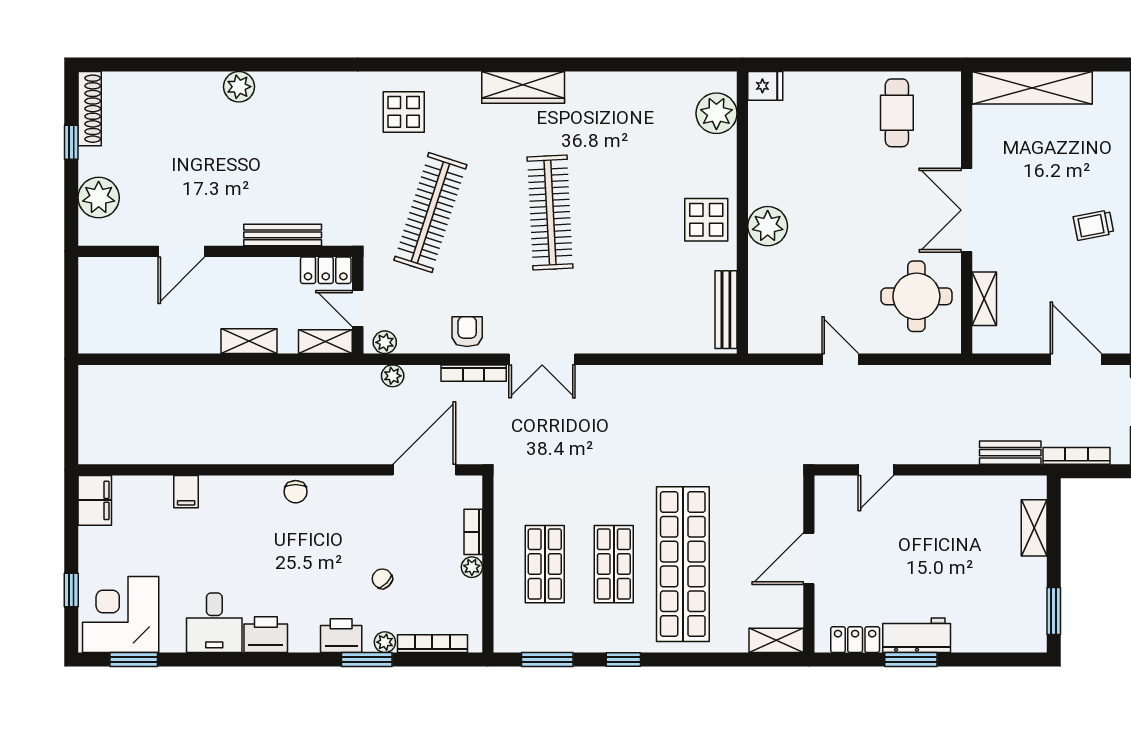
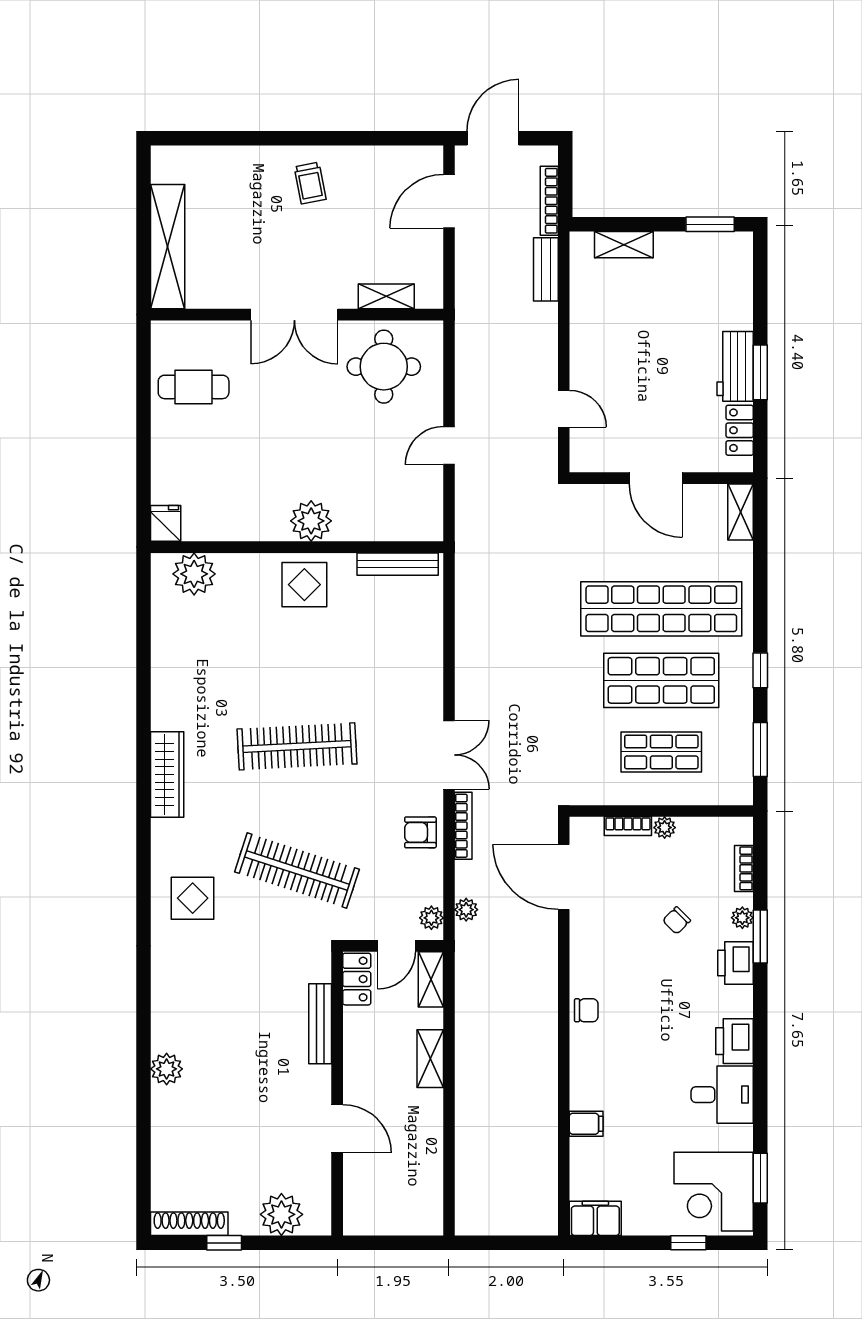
shop shelf: (614, 564) -> (661, 680), width x1.43, depth x1.36
bookcase: (432, 644) -> (744, 868), width x0.64

